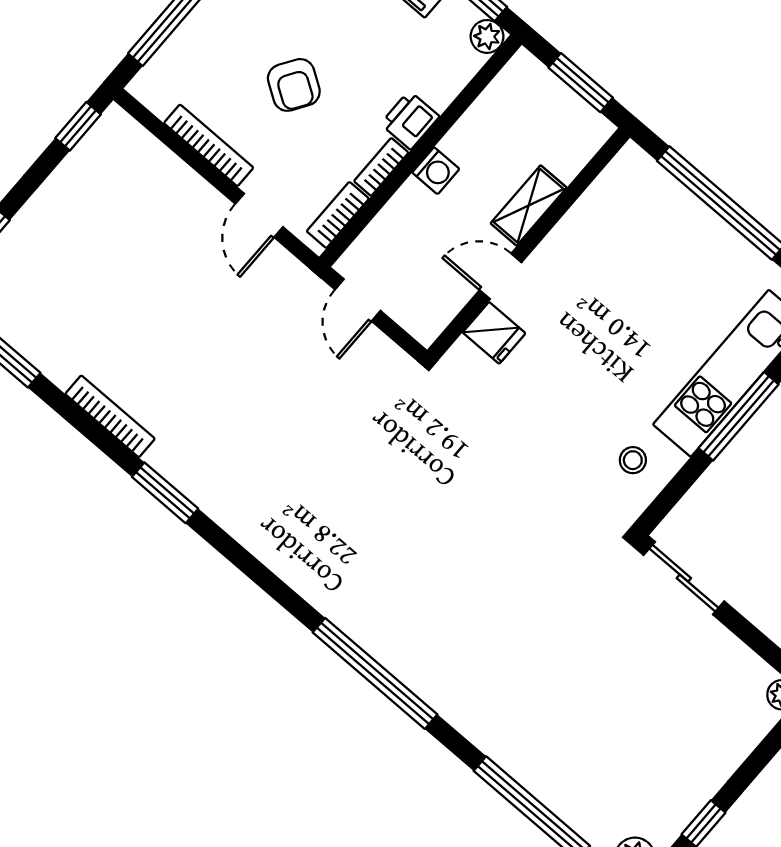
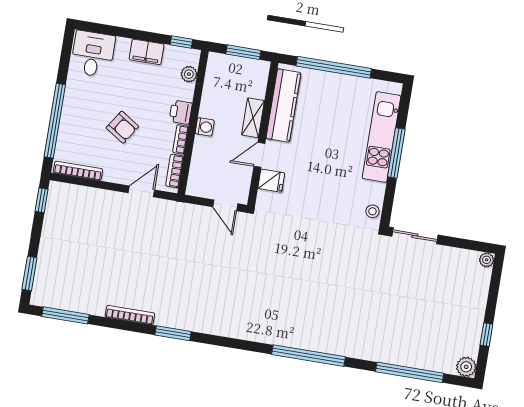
plant: (487, 36) -> (189, 74), moved
bookcase: (209, 145) -> (78, 171), moved
door: (259, 215) -> (141, 191), swing flipped
kitchen counter: (594, 216) -> (283, 106), added
door: (358, 300) -> (225, 205), moved
stool: (633, 460) -> (372, 211), moved

